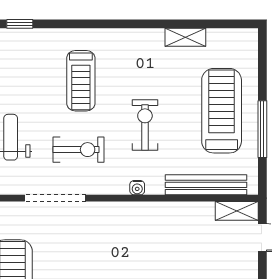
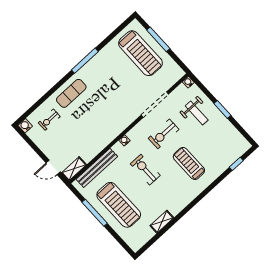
exercise bike: (145, 125) -> (145, 170), turned 180

